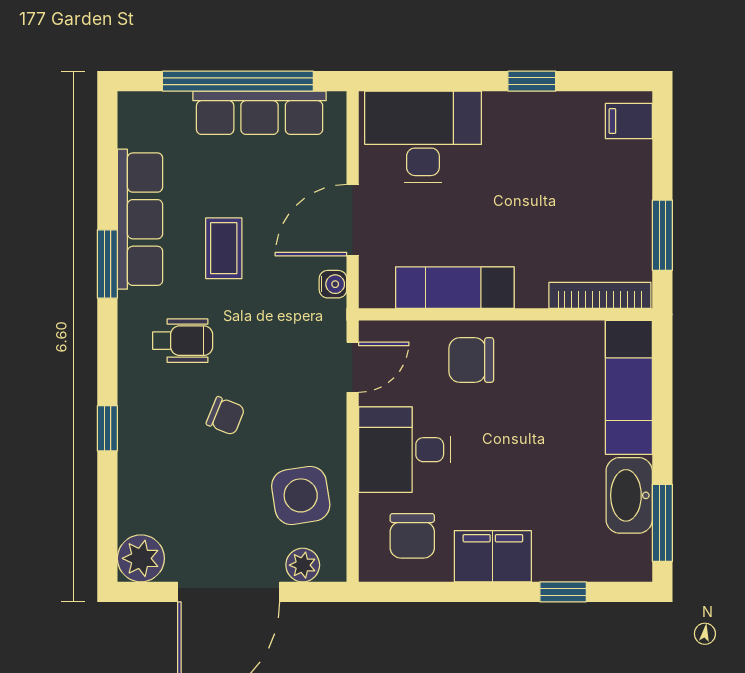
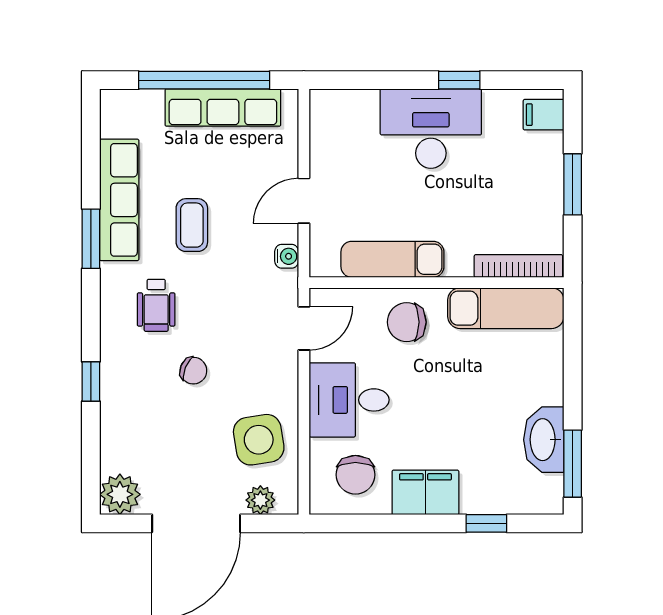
desk: (423, 137) -> (431, 129), moved
door: (353, 220) -> (304, 201), width x0.73
window: (662, 235) -> (573, 184), moved
wheelchair: (183, 341) -> (156, 305), turned 90
exam couch: (629, 387) -> (506, 308), moved, turned -90

